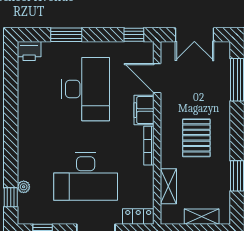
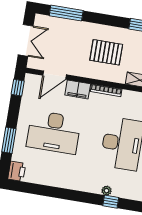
desk: (86, 89) -> (54, 132), turned 180
plant: (24, 187) -> (107, 191), moved
window: (11, 197) -> (111, 202), moved

